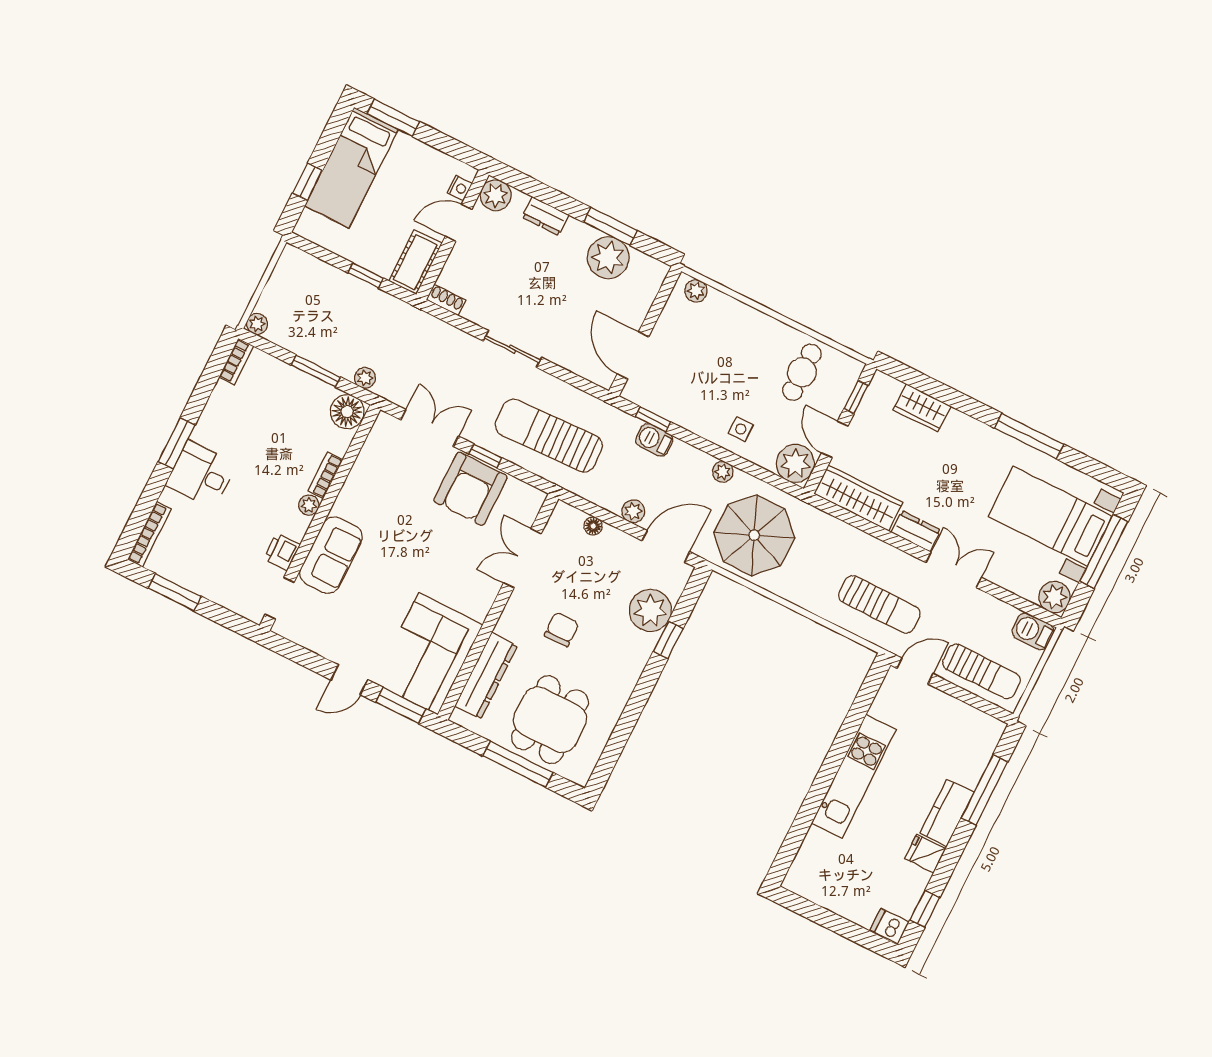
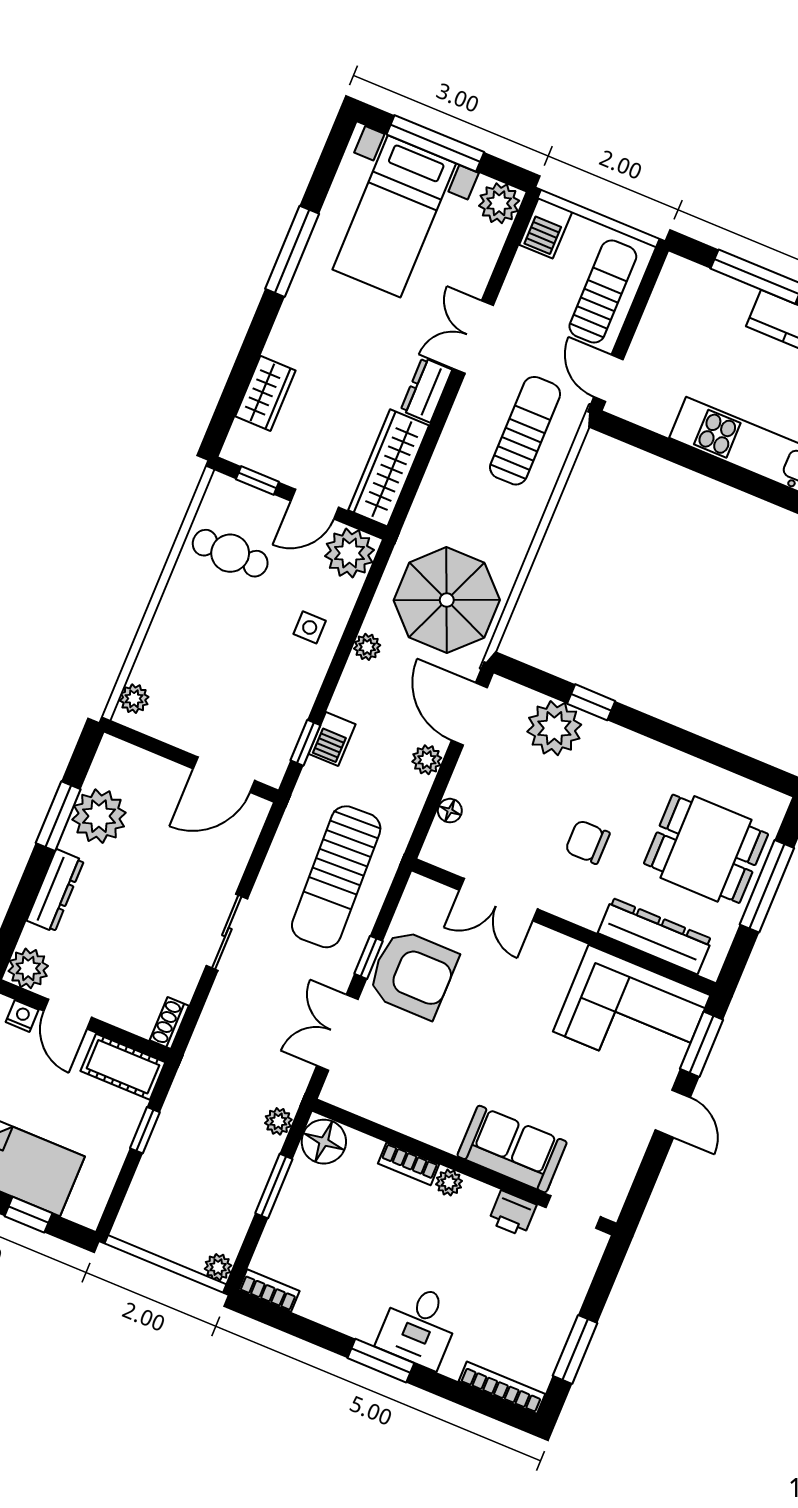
dresser: (546, 216) -> (55, 891), width x1.44

